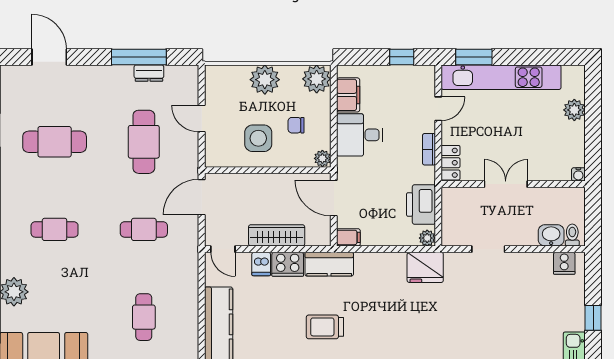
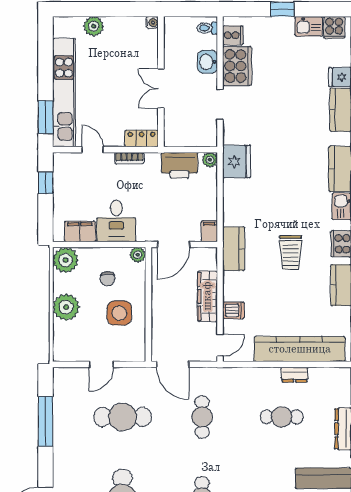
dresser: (149, 73) -> (295, 375), moved, turned 90
washbasin: (551, 235) -> (207, 62), moved
cooker: (288, 264) -> (237, 66), moved, width x1.37, depth x1.31

